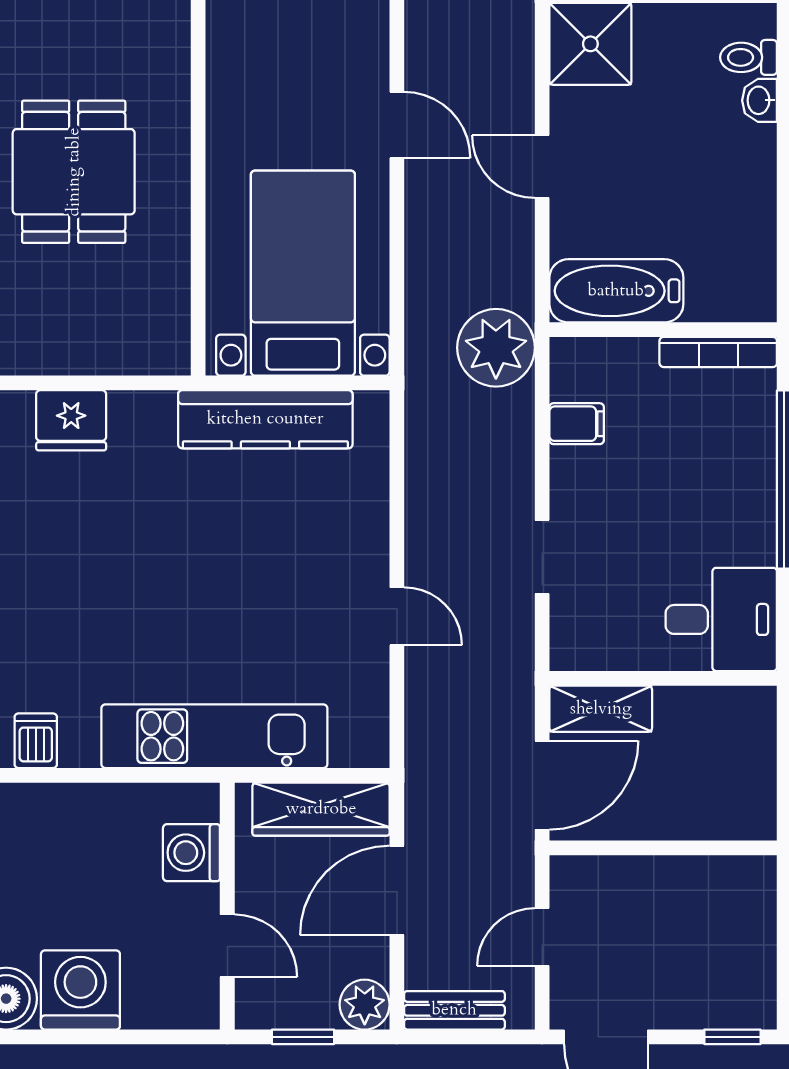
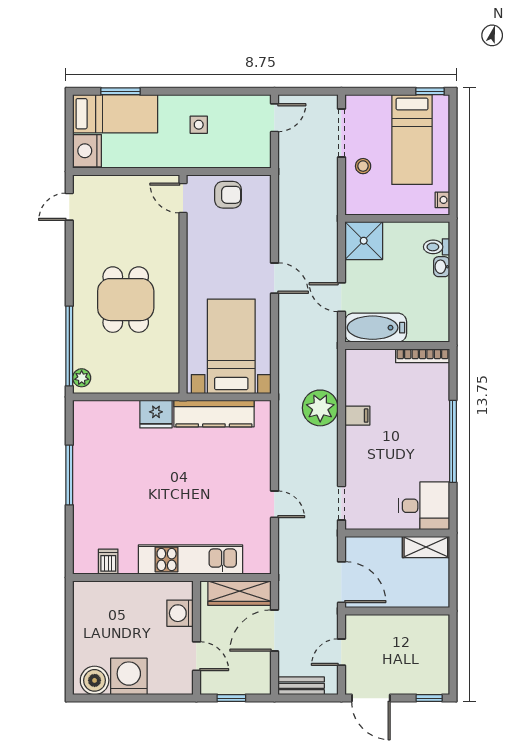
bathtub: (616, 291) -> (376, 328), moved
wall: (663, 330) -> (397, 346), moved
plant: (496, 348) -> (320, 408), moved
bookcase: (718, 352) -> (423, 356), moved
fridge: (71, 420) -> (156, 414), moved
doorway: (542, 557) -> (341, 503), moved
shelving: (601, 709) -> (426, 547), moved
door: (542, 785) -> (341, 582), hinge flipped
plant: (365, 1005) -> (260, 683), removed

